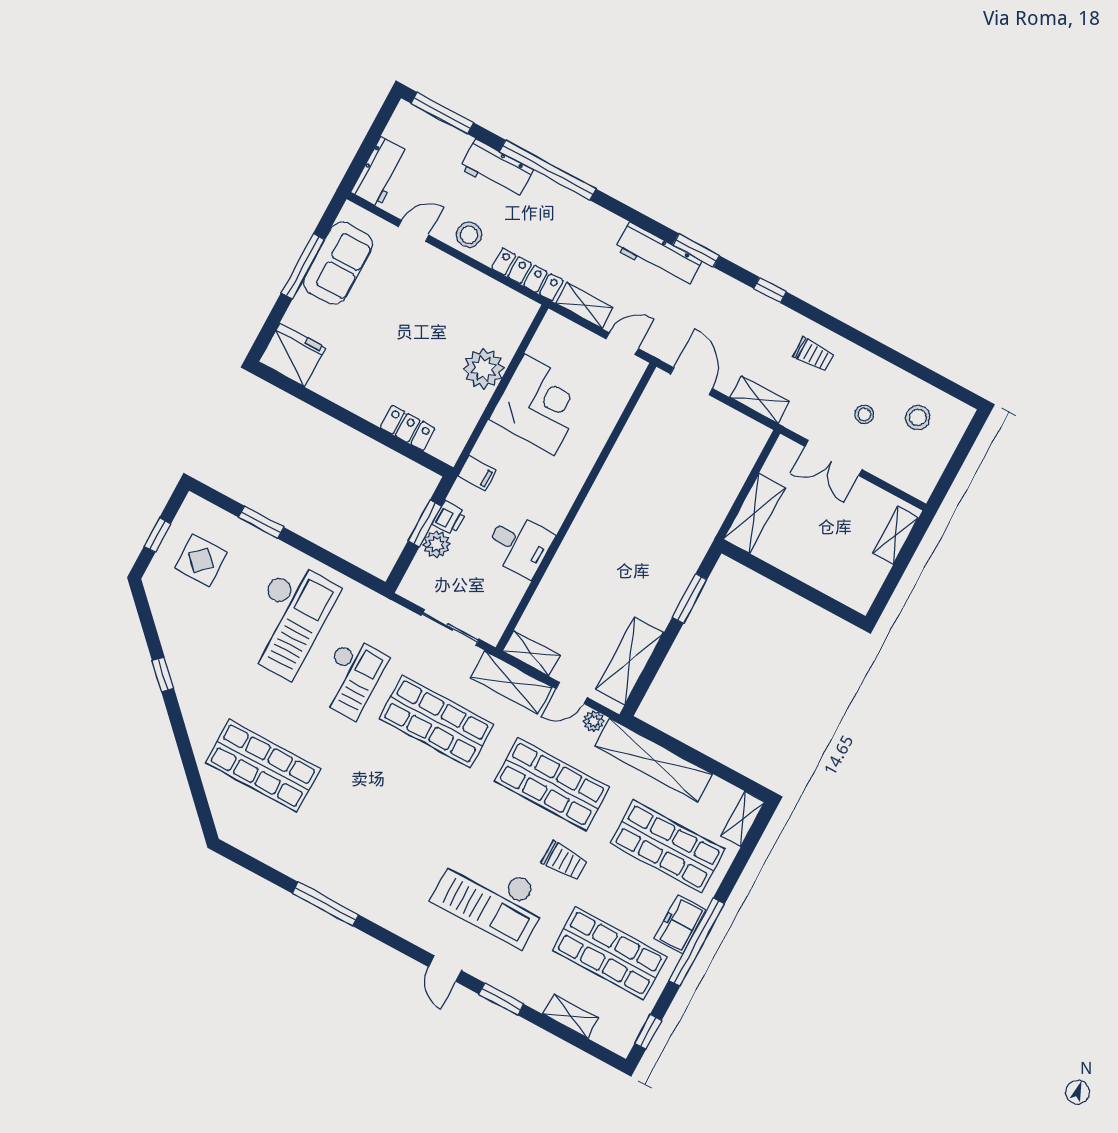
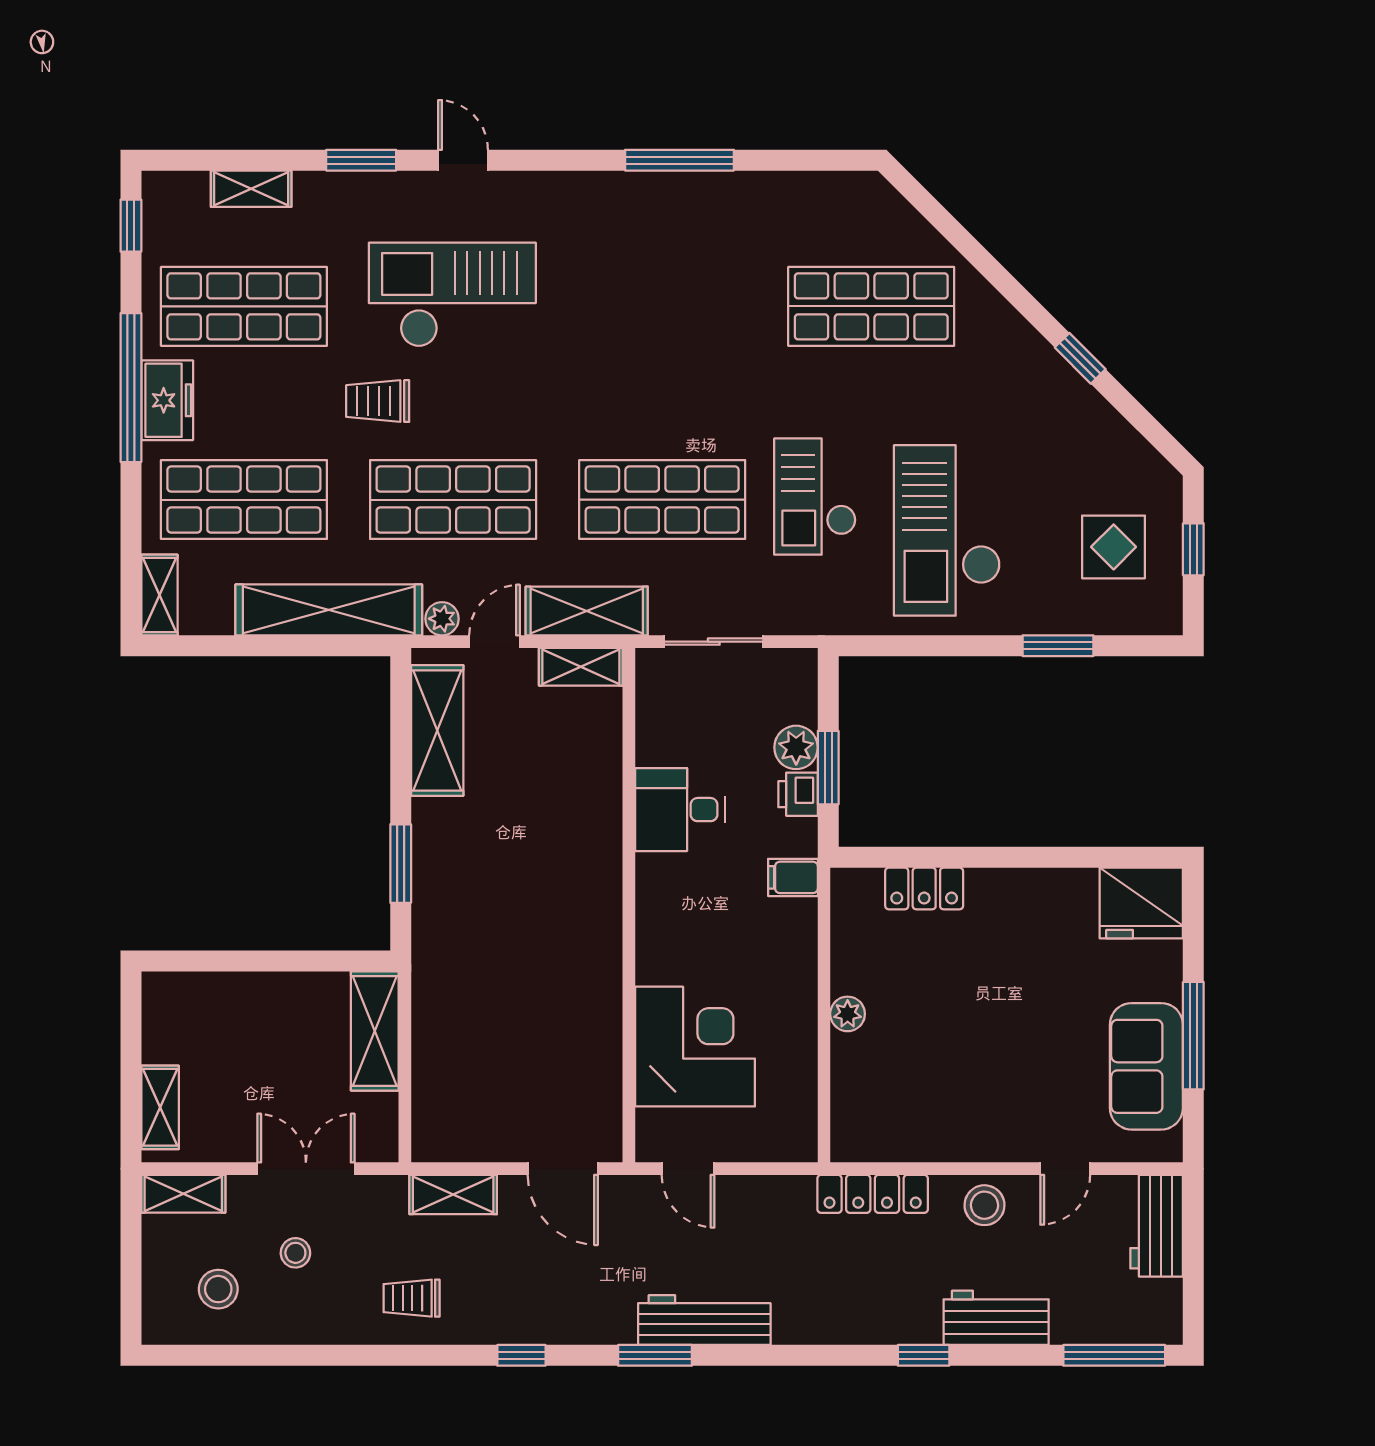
window: (548, 170) -> (924, 1355), width x0.32
shelving: (584, 305) -> (183, 1194), moved
door: (622, 344) -> (688, 1169), hinge flipped
plant: (484, 369) -> (848, 1014), width x0.53, depth x0.53
corner desk: (539, 404) -> (695, 1047), moved, turned 180

